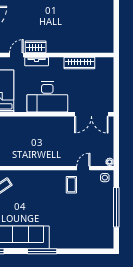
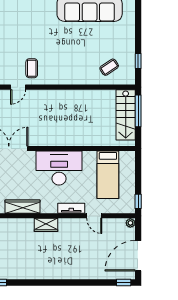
wardrobe: (36, 47) -> (46, 225), moved
door: (16, 55) -> (94, 216), hinge flipped

